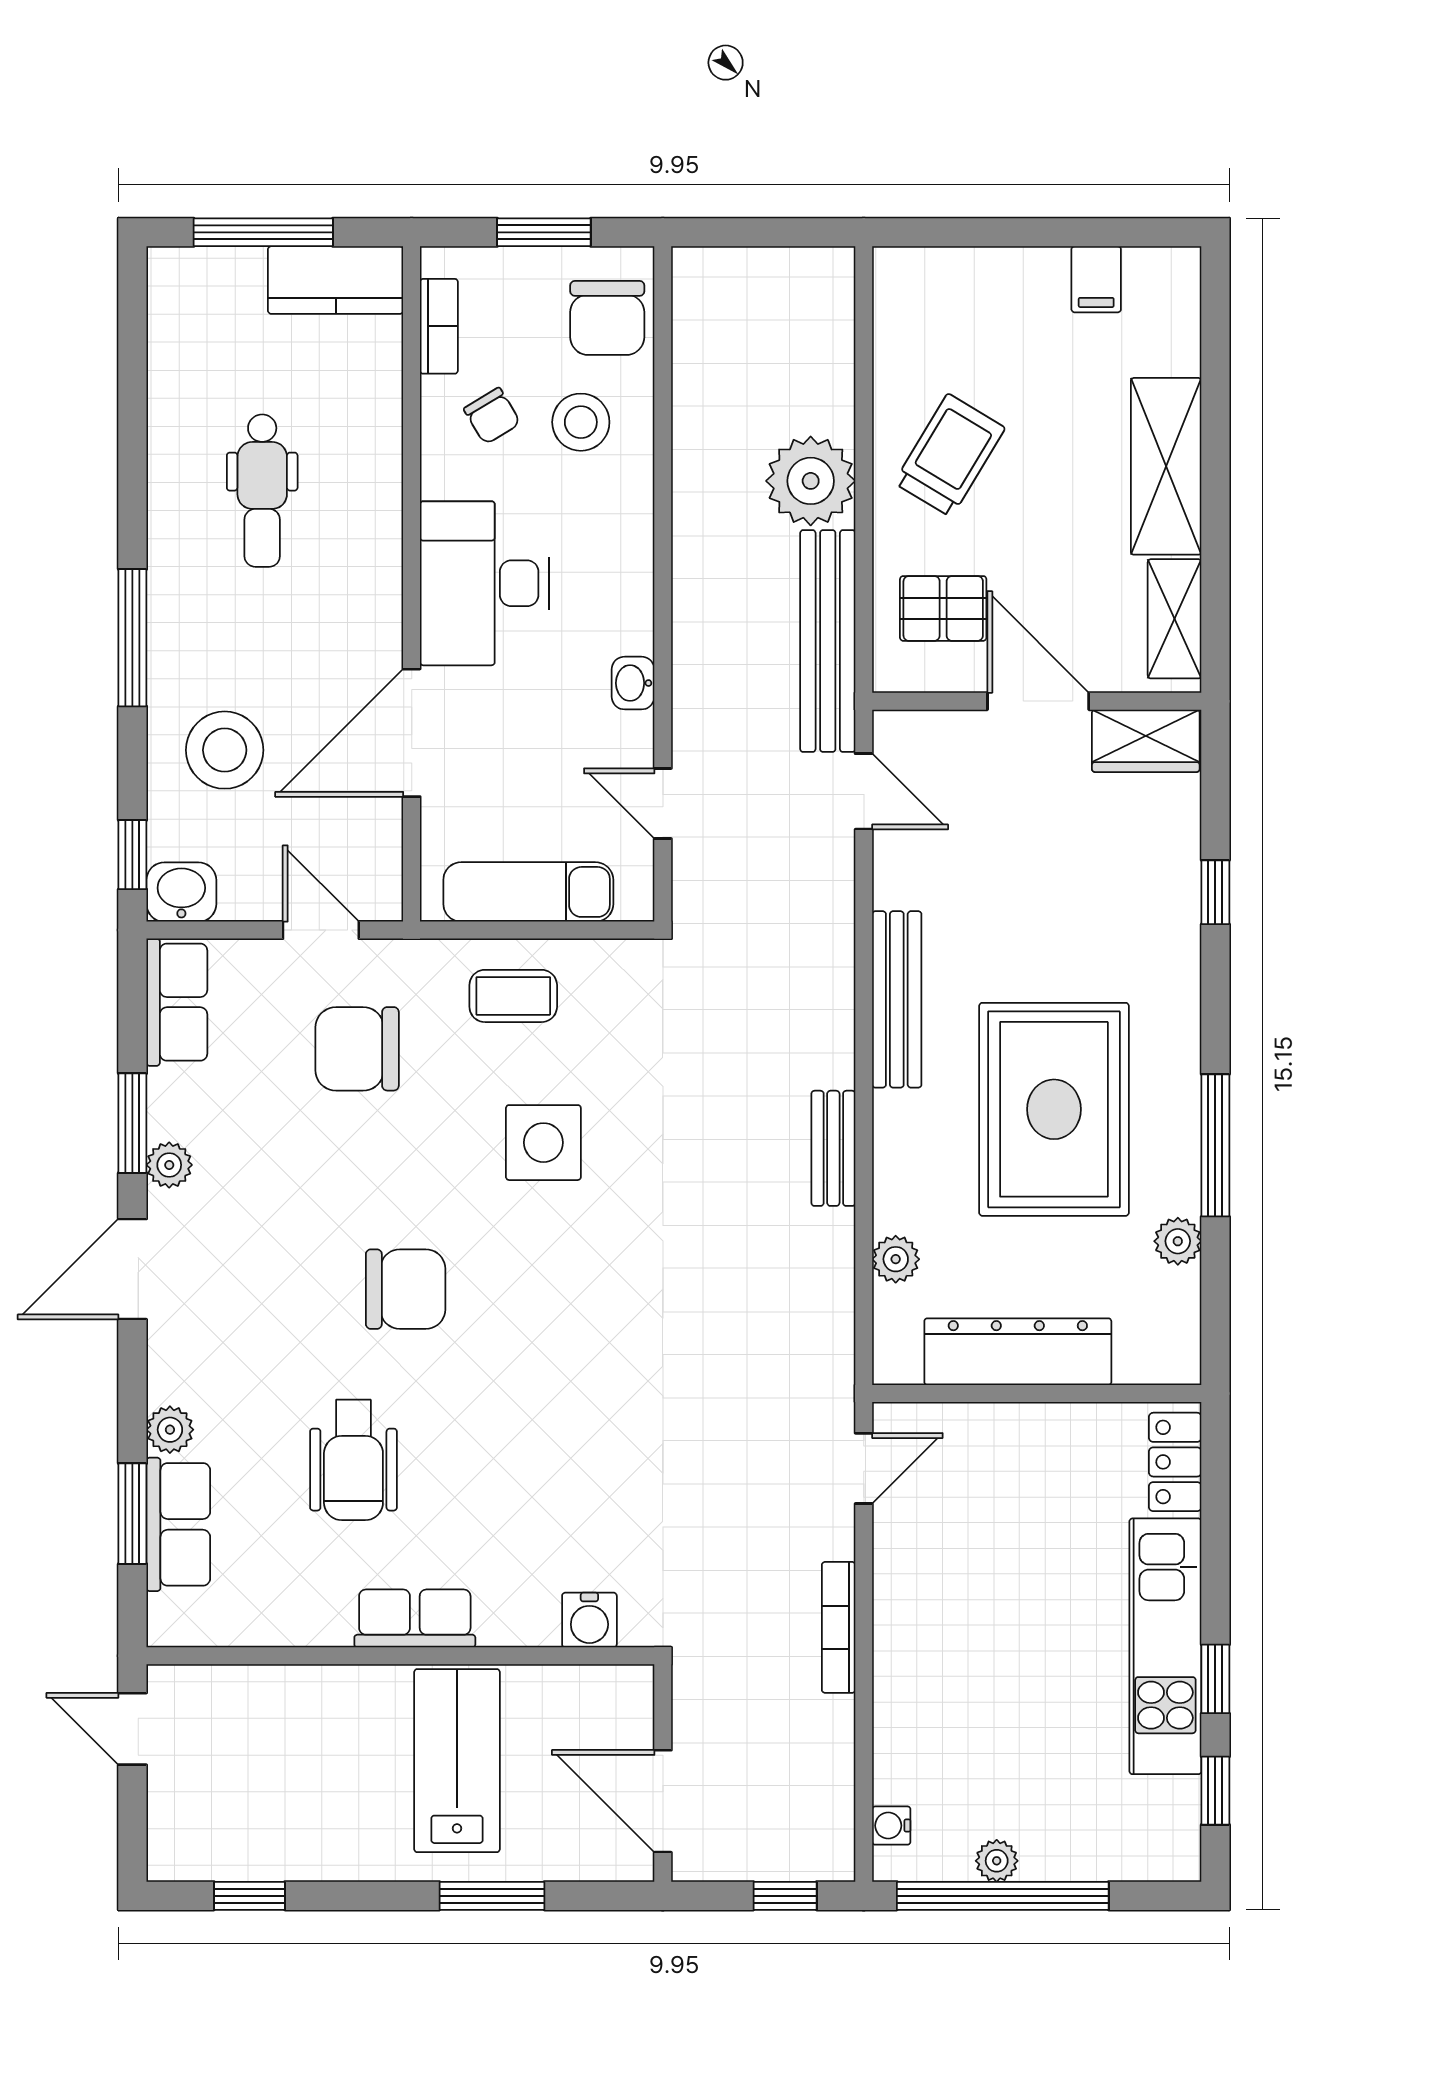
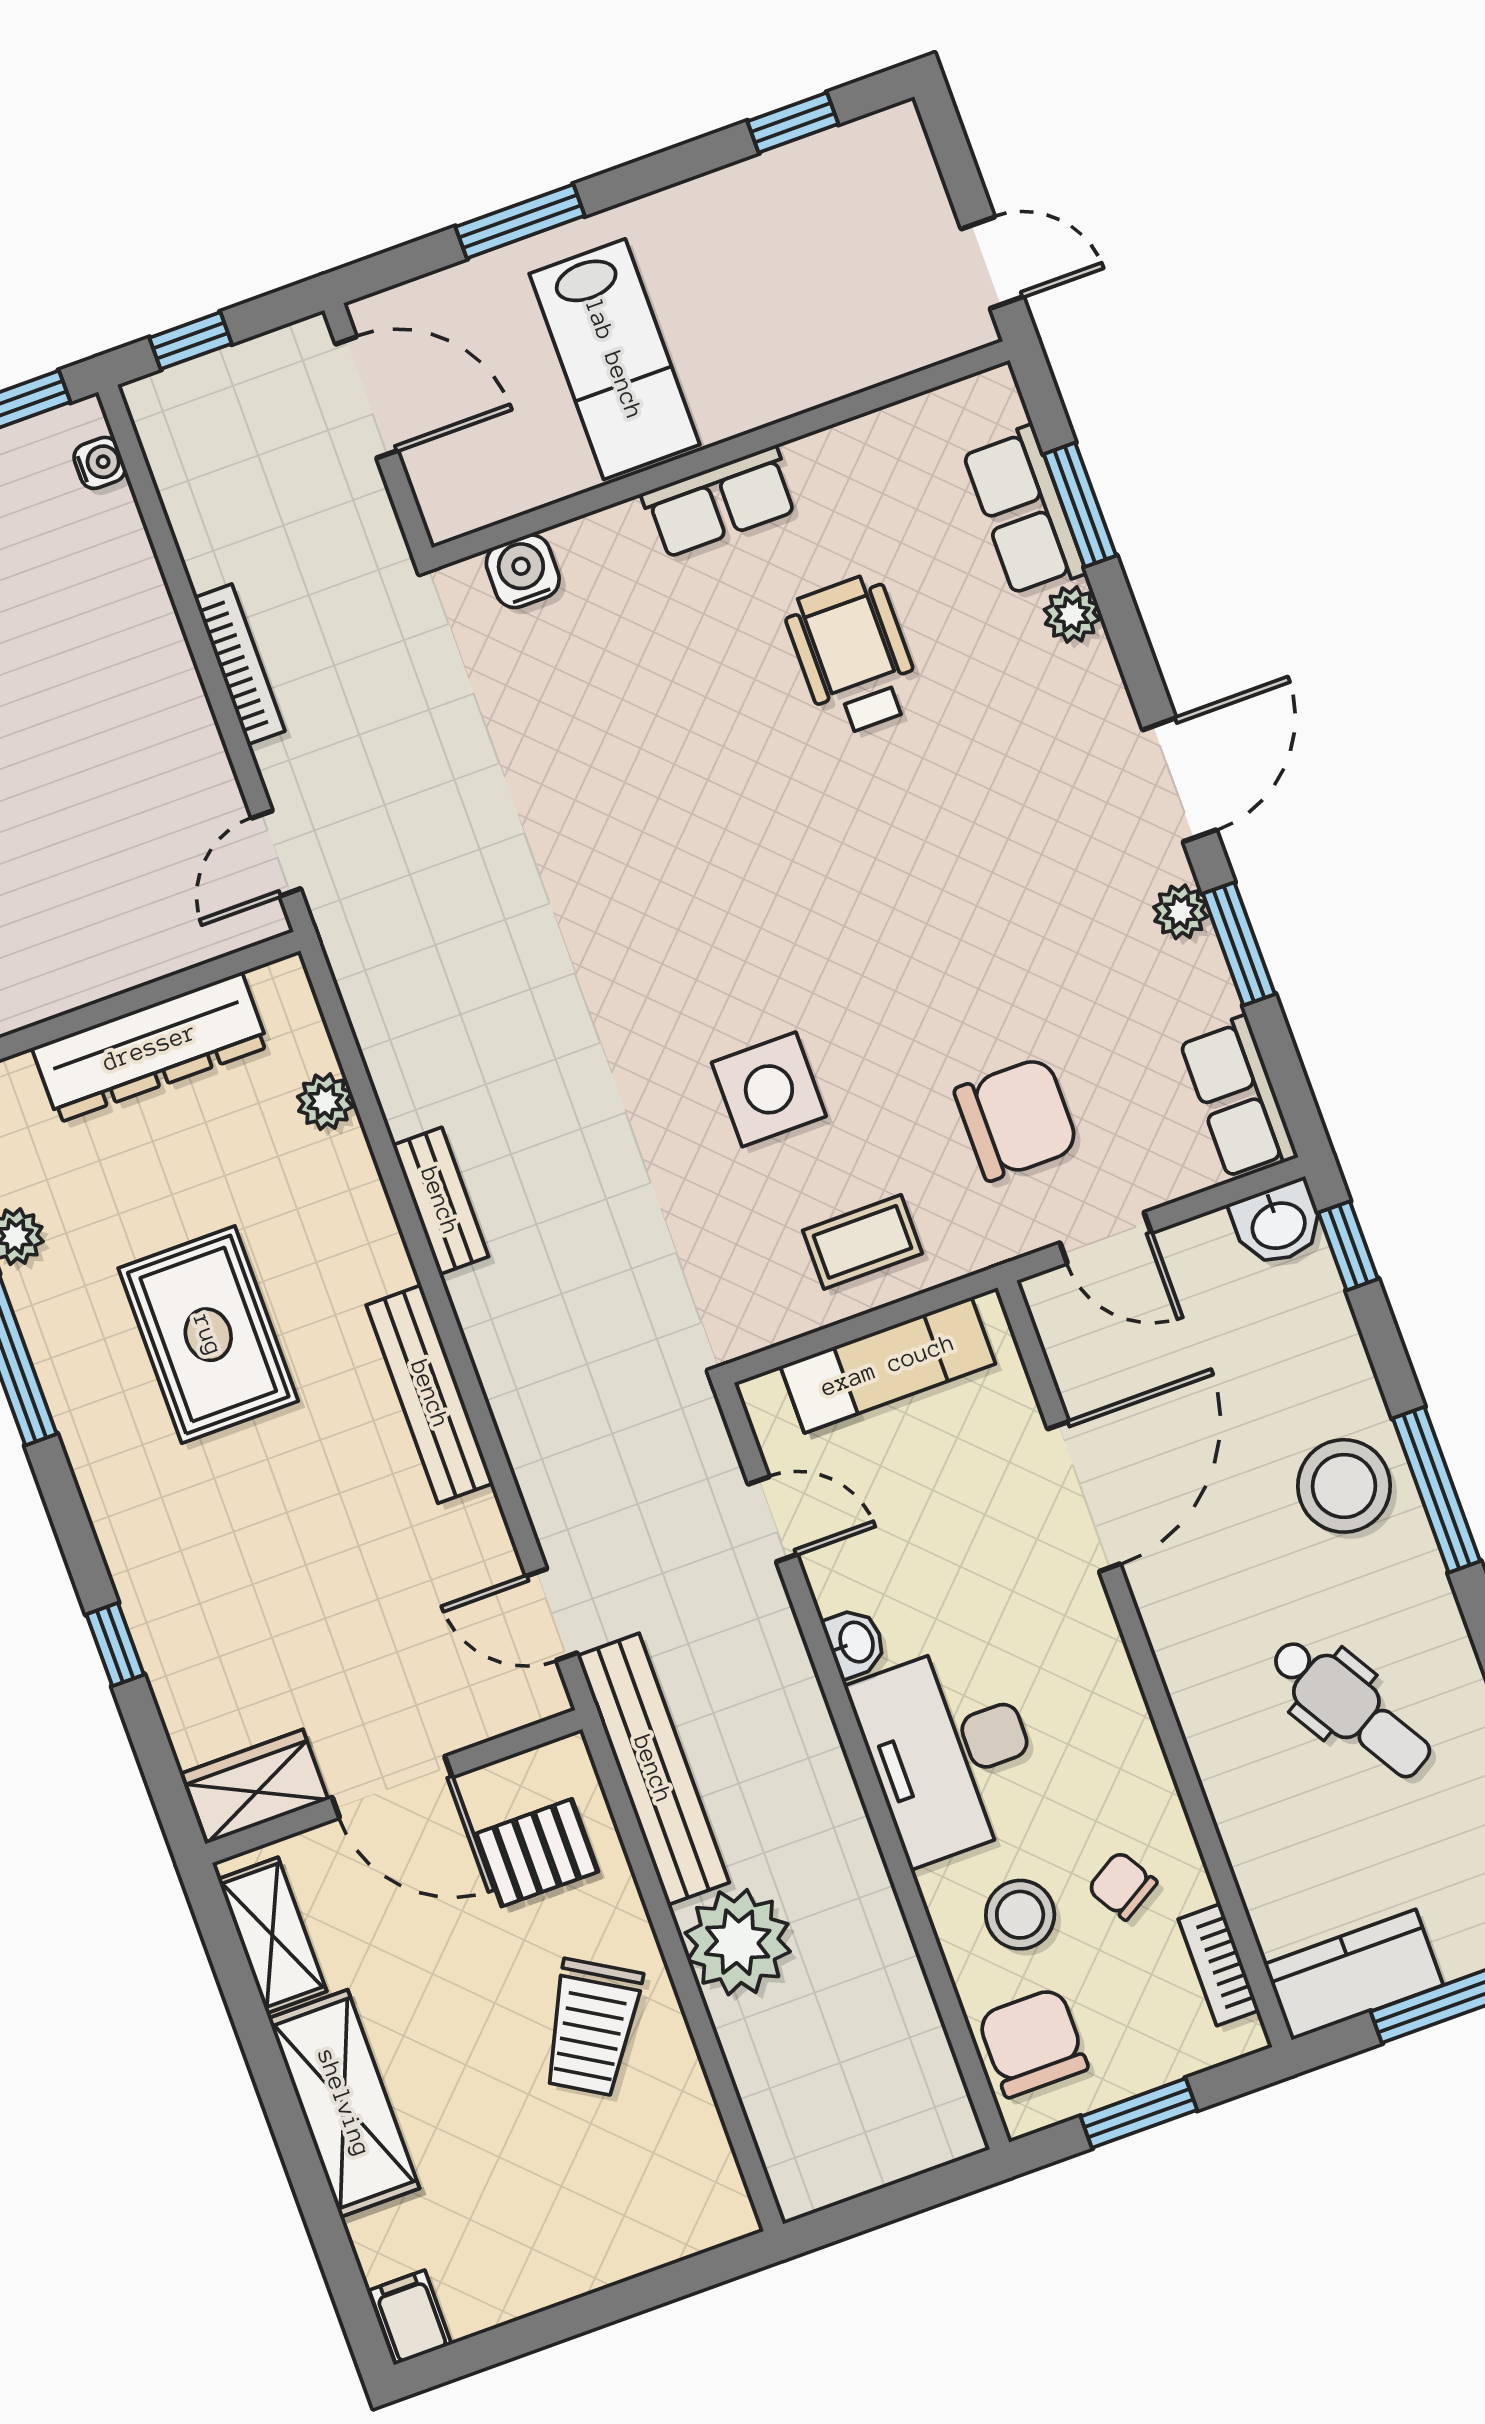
filing cabinet: (1096, 279) -> (410, 2317), moved
dental chair: (262, 491) -> (1351, 1708), turned 149
desk: (484, 583) -> (950, 1752), moved, turned 180
stool: (225, 750) -> (1344, 1486), moved
rug: (1054, 1109) -> (208, 1335), width x0.73, depth x0.69
chair: (406, 1289) -> (864, 868), removed

